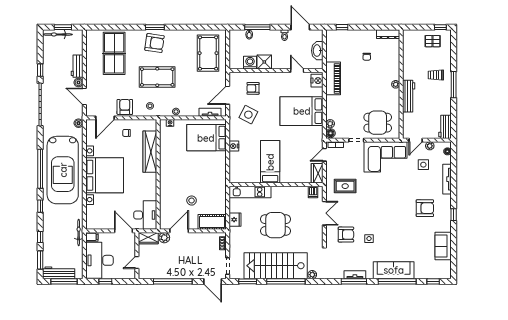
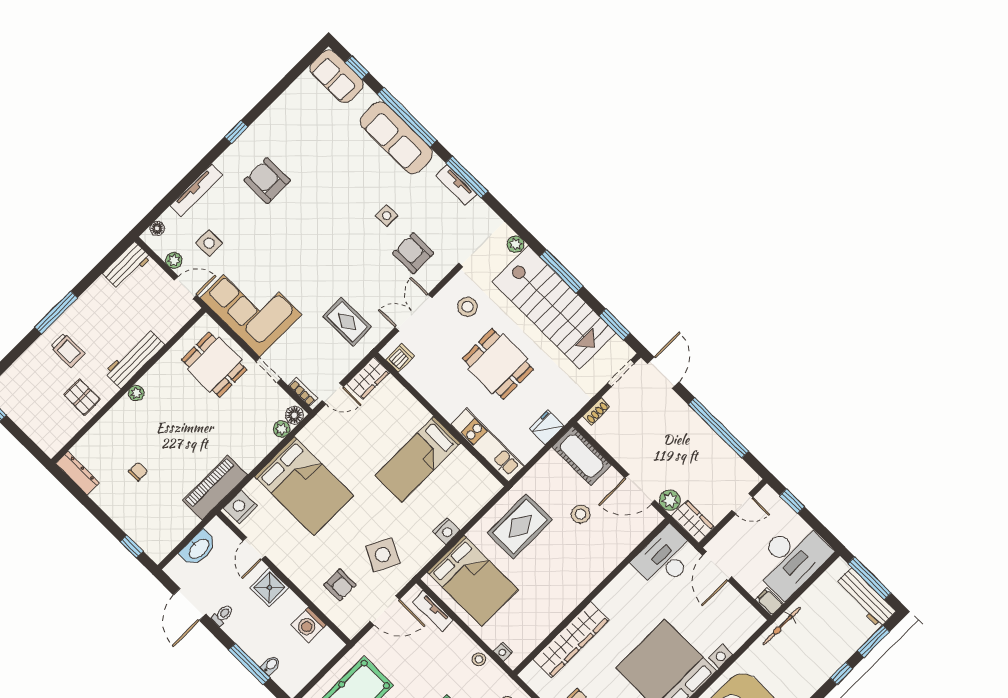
pallet: (433, 41) -> (82, 397), moved
shower: (264, 62) -> (269, 588), moved
rug: (209, 174) -> (520, 526), added
stool: (307, 235) -> (468, 307), added
sofa: (443, 246) -> (337, 76), moved, turned 90
window: (105, 281) -> (792, 501), moved
window: (286, 281) -> (561, 271), width x0.68

